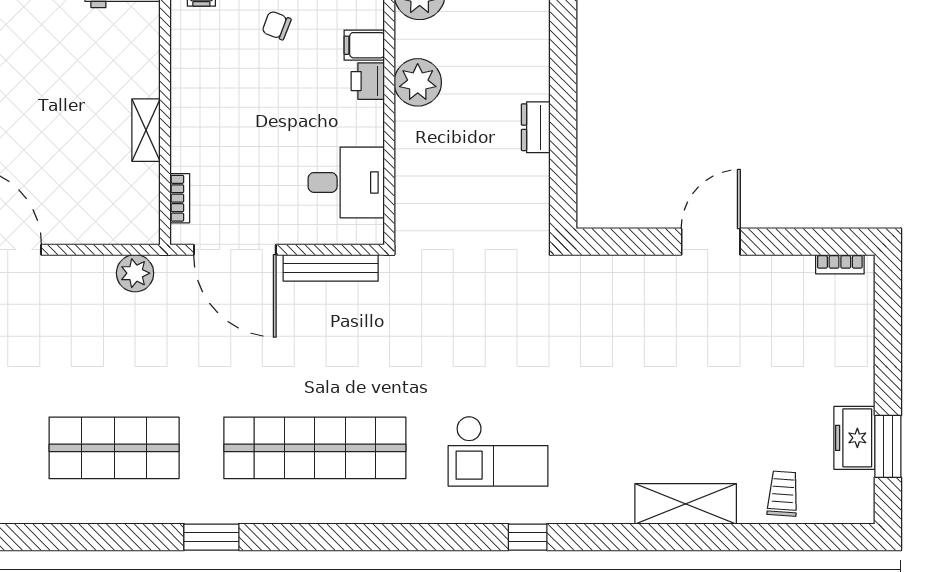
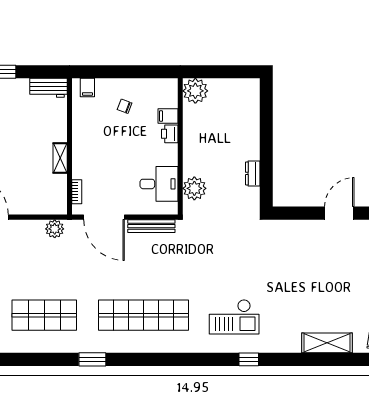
plant: (418, 82) -> (194, 188), moved
dresser: (536, 127) -> (253, 173), moved

